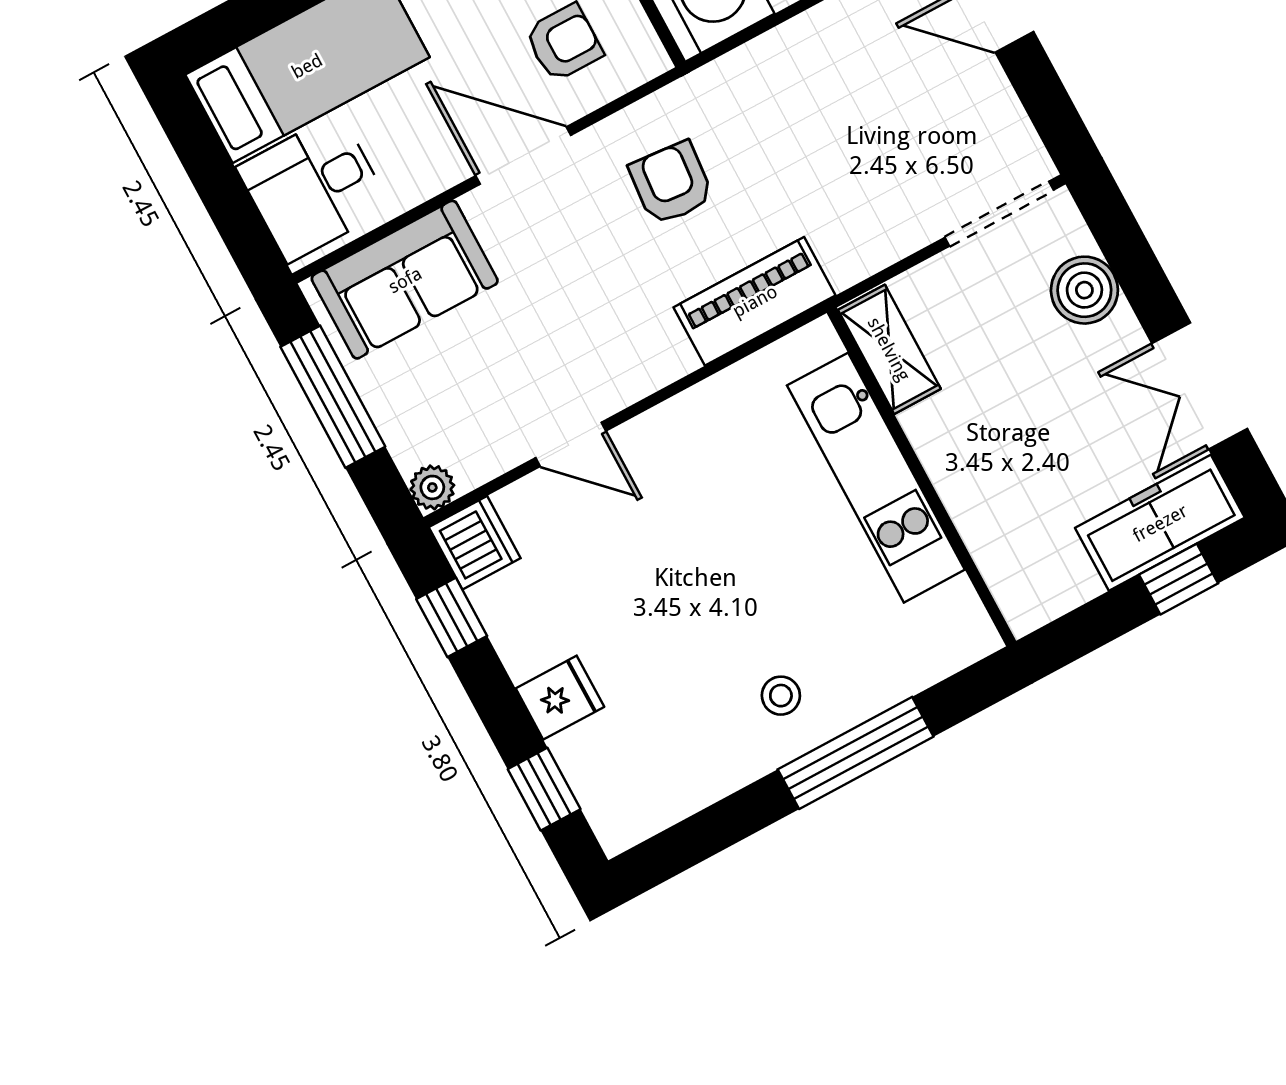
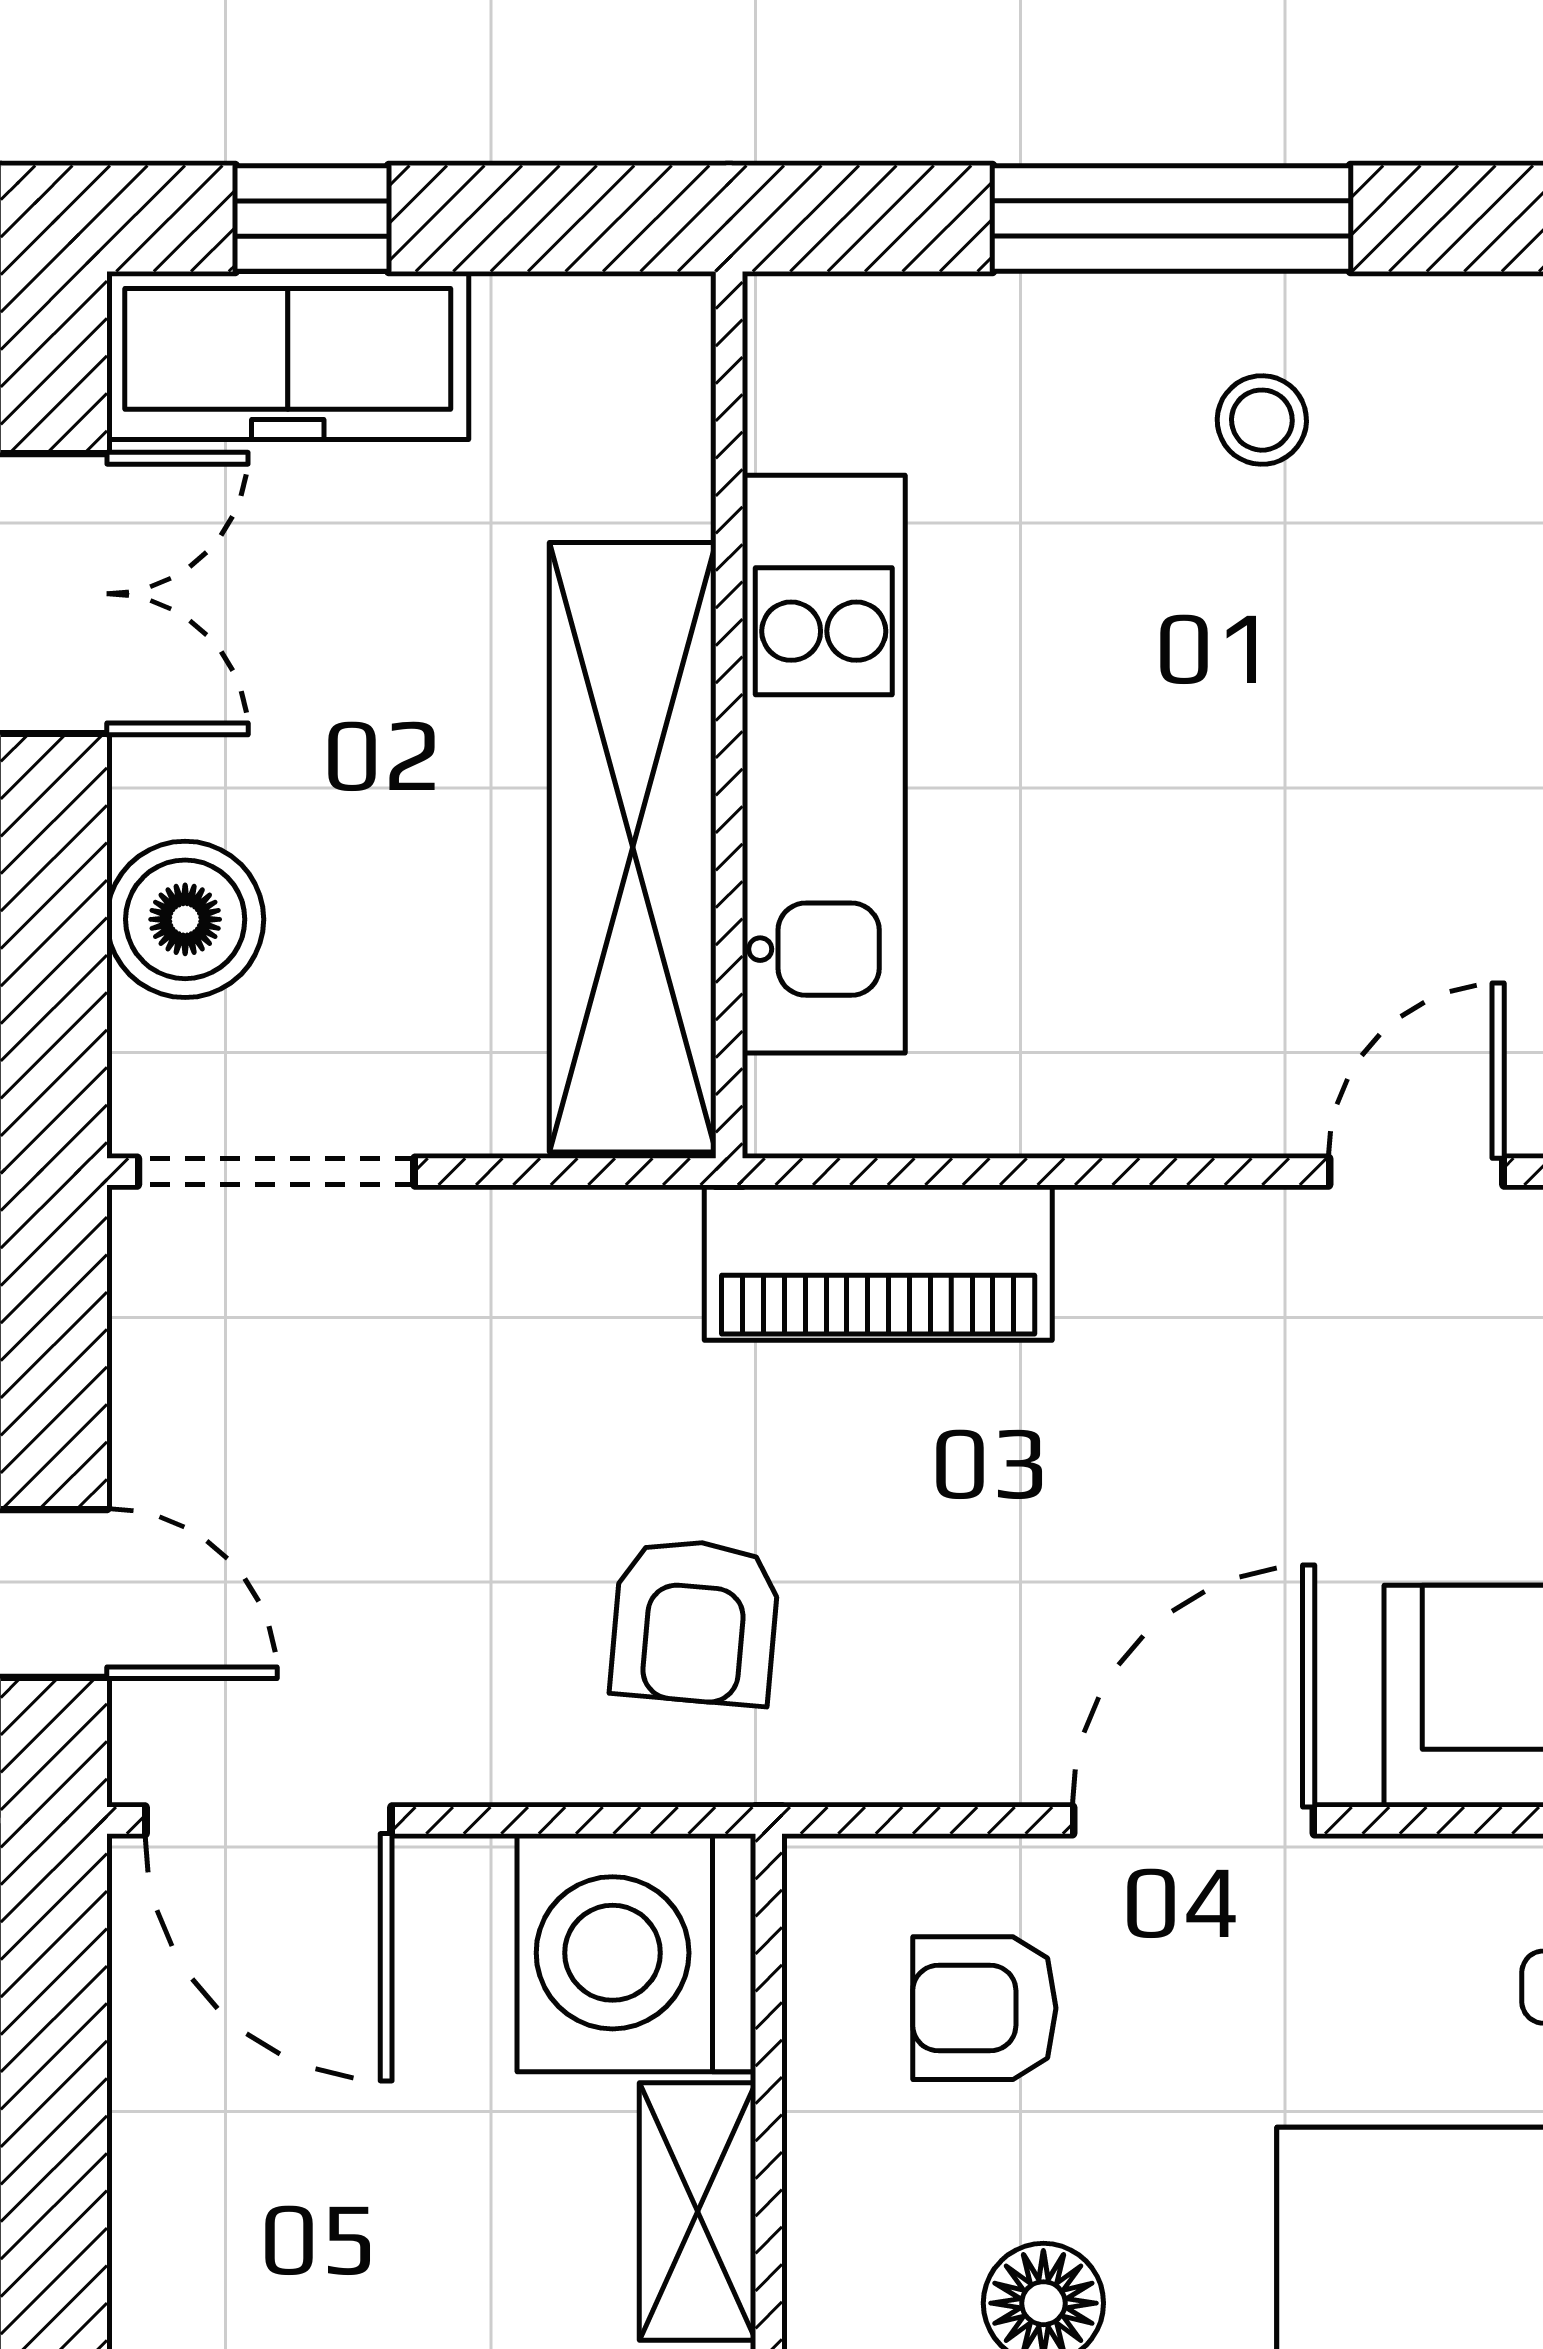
door: (523, 156) -> (1193, 1820), swing flipped
armchair: (671, 183) -> (695, 1622), moved
shelving: (889, 349) -> (633, 847), width x2.20, depth x1.33
door: (571, 444) -> (1416, 1172), hinge flipped

